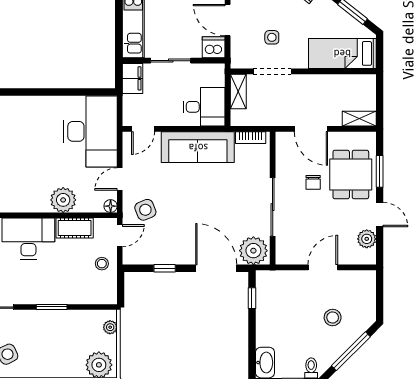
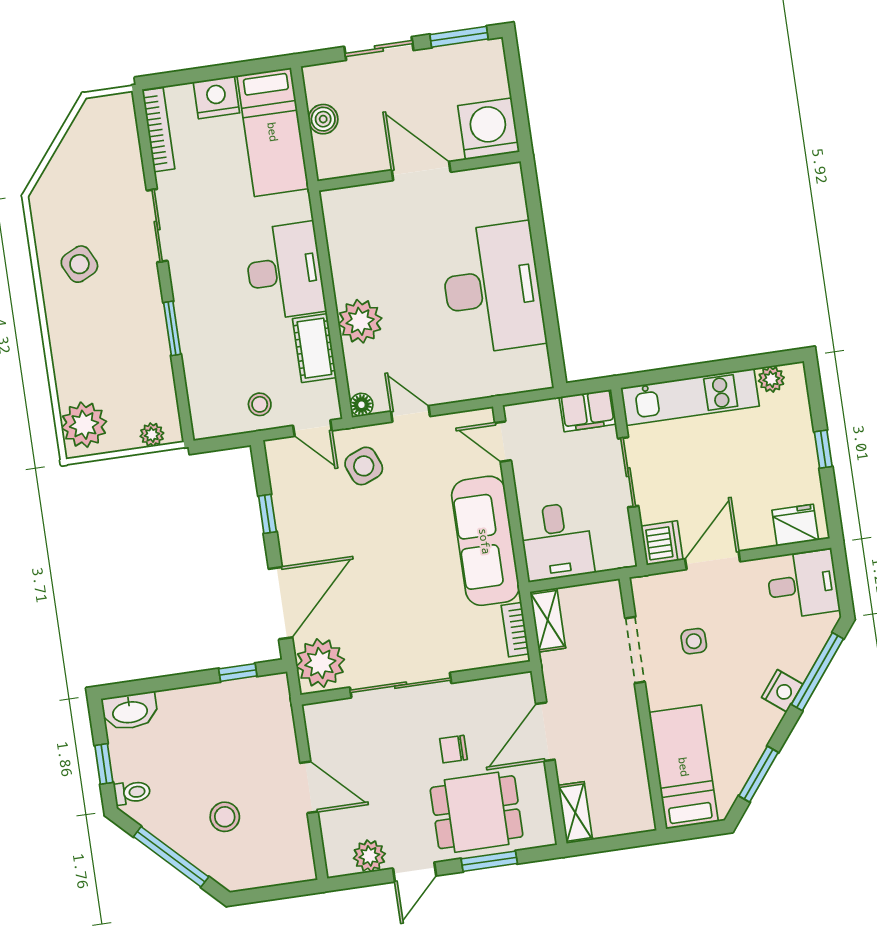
shelving: (238, 91) -> (548, 620), moved, turned 90
desk: (90, 131) -> (492, 288), moved, turned -90

